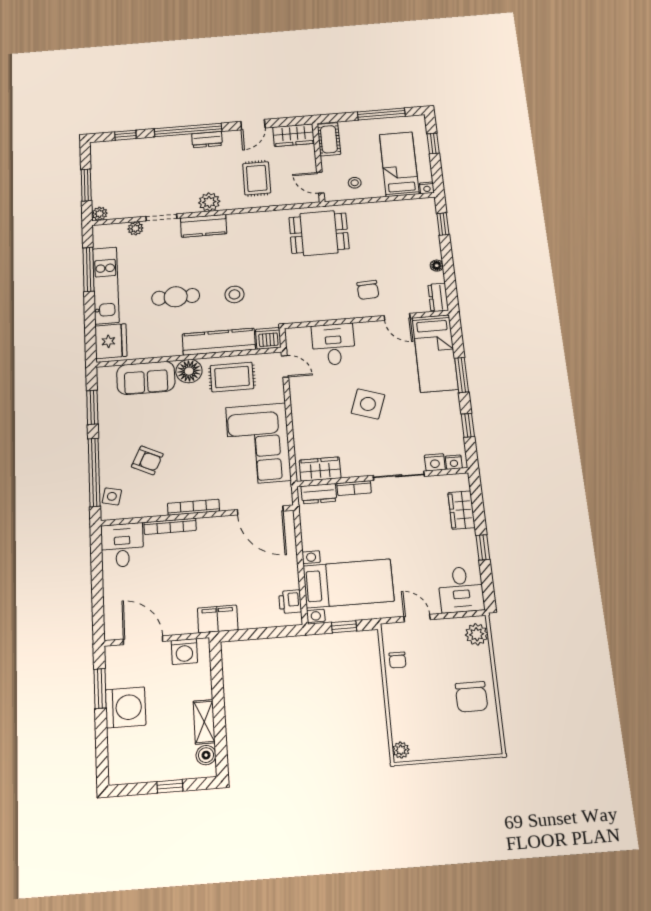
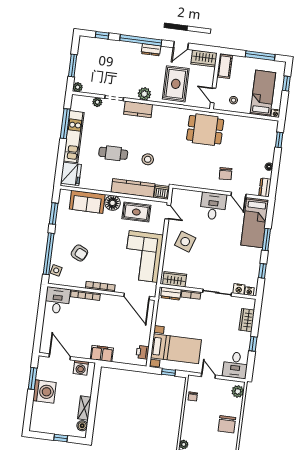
rug: (257, 178) -> (176, 84), width x1.36, depth x1.43
desk: (333, 344) -> (213, 206), moved
side table: (368, 404) -> (185, 242), moved

